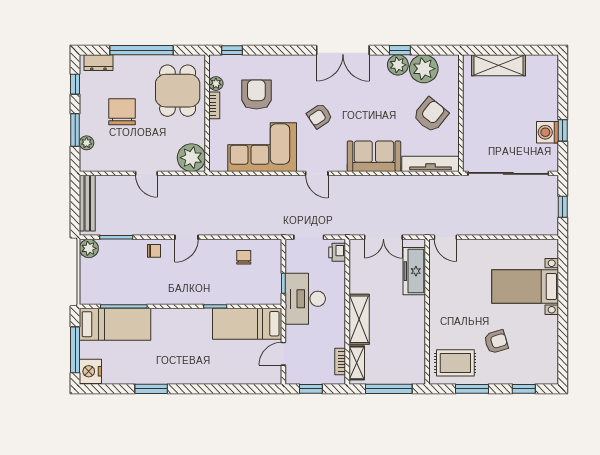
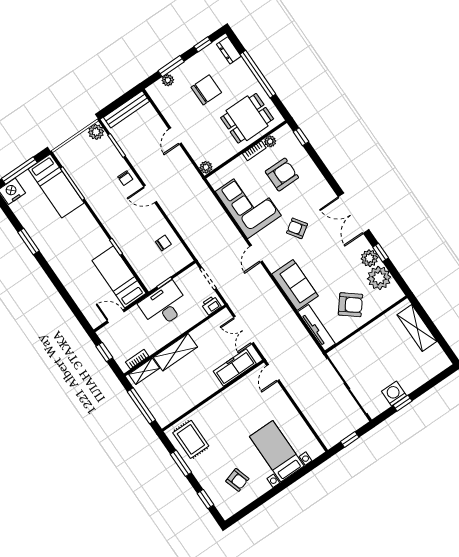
plant: (191, 158) -> (206, 167), width x0.53, depth x0.53
armchair: (496, 342) -> (237, 480), moved

